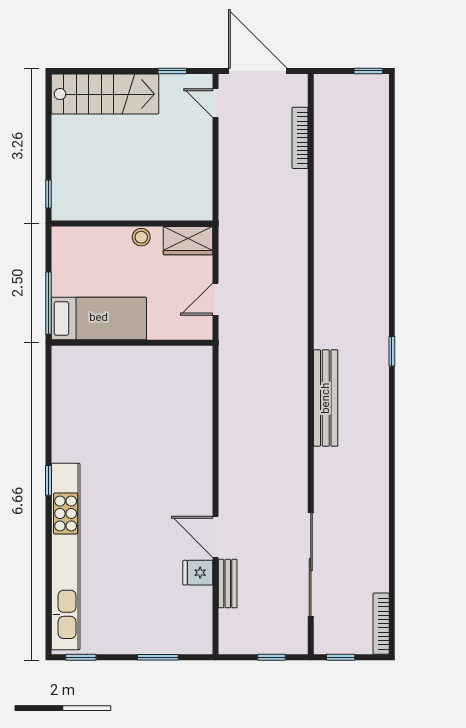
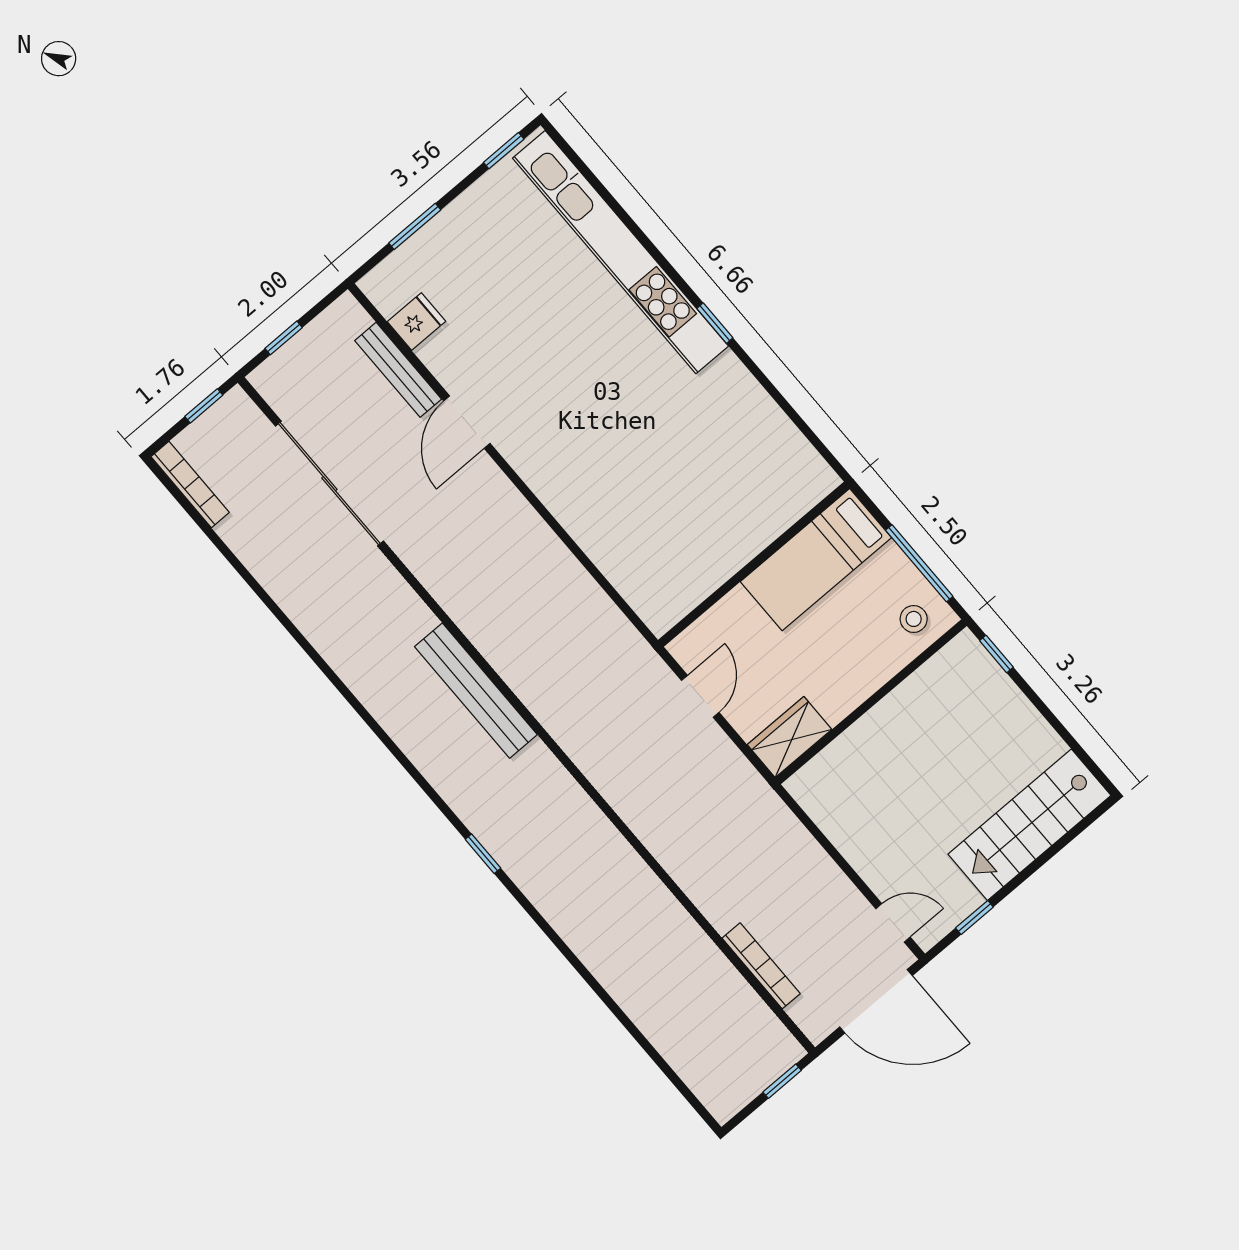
window: (368, 71) -> (782, 1081), moved
stool: (141, 237) -> (914, 619), moved
window: (49, 303) -> (919, 563), moved
window: (392, 351) -> (483, 854), moved
door: (215, 537) -> (467, 422), swing flipped
fridge: (198, 573) -> (416, 321), moved
bench: (228, 584) -> (398, 370), width x1.36

